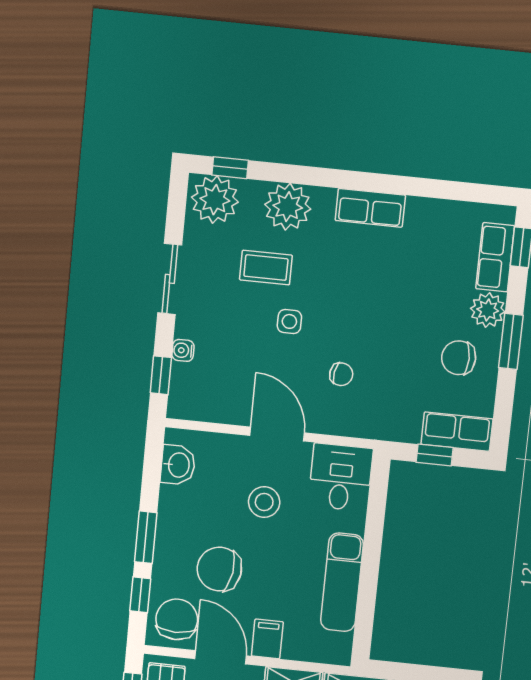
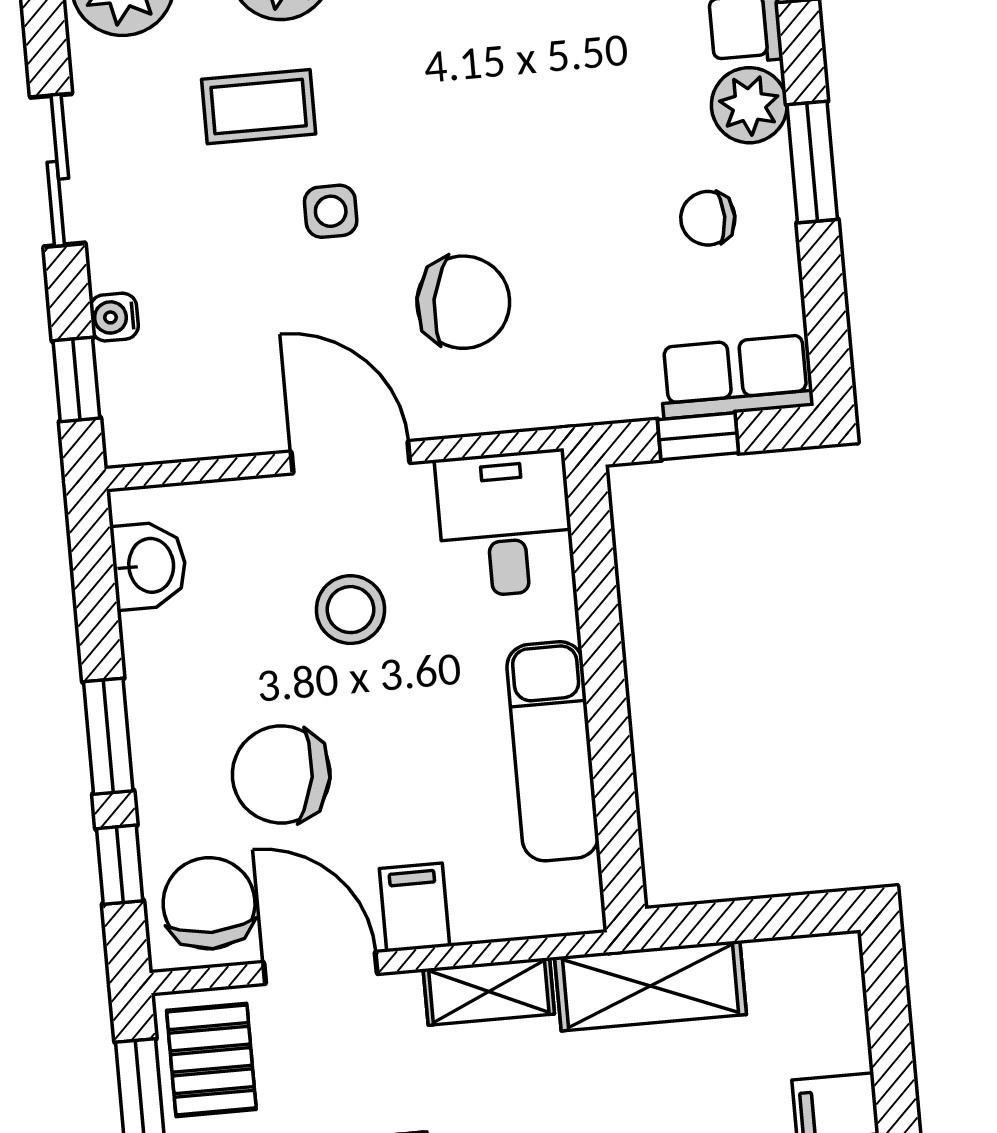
chair: (459, 358) -> (708, 218), width x0.73, depth x0.73
chair: (341, 374) -> (463, 302), width x1.87, depth x1.87

